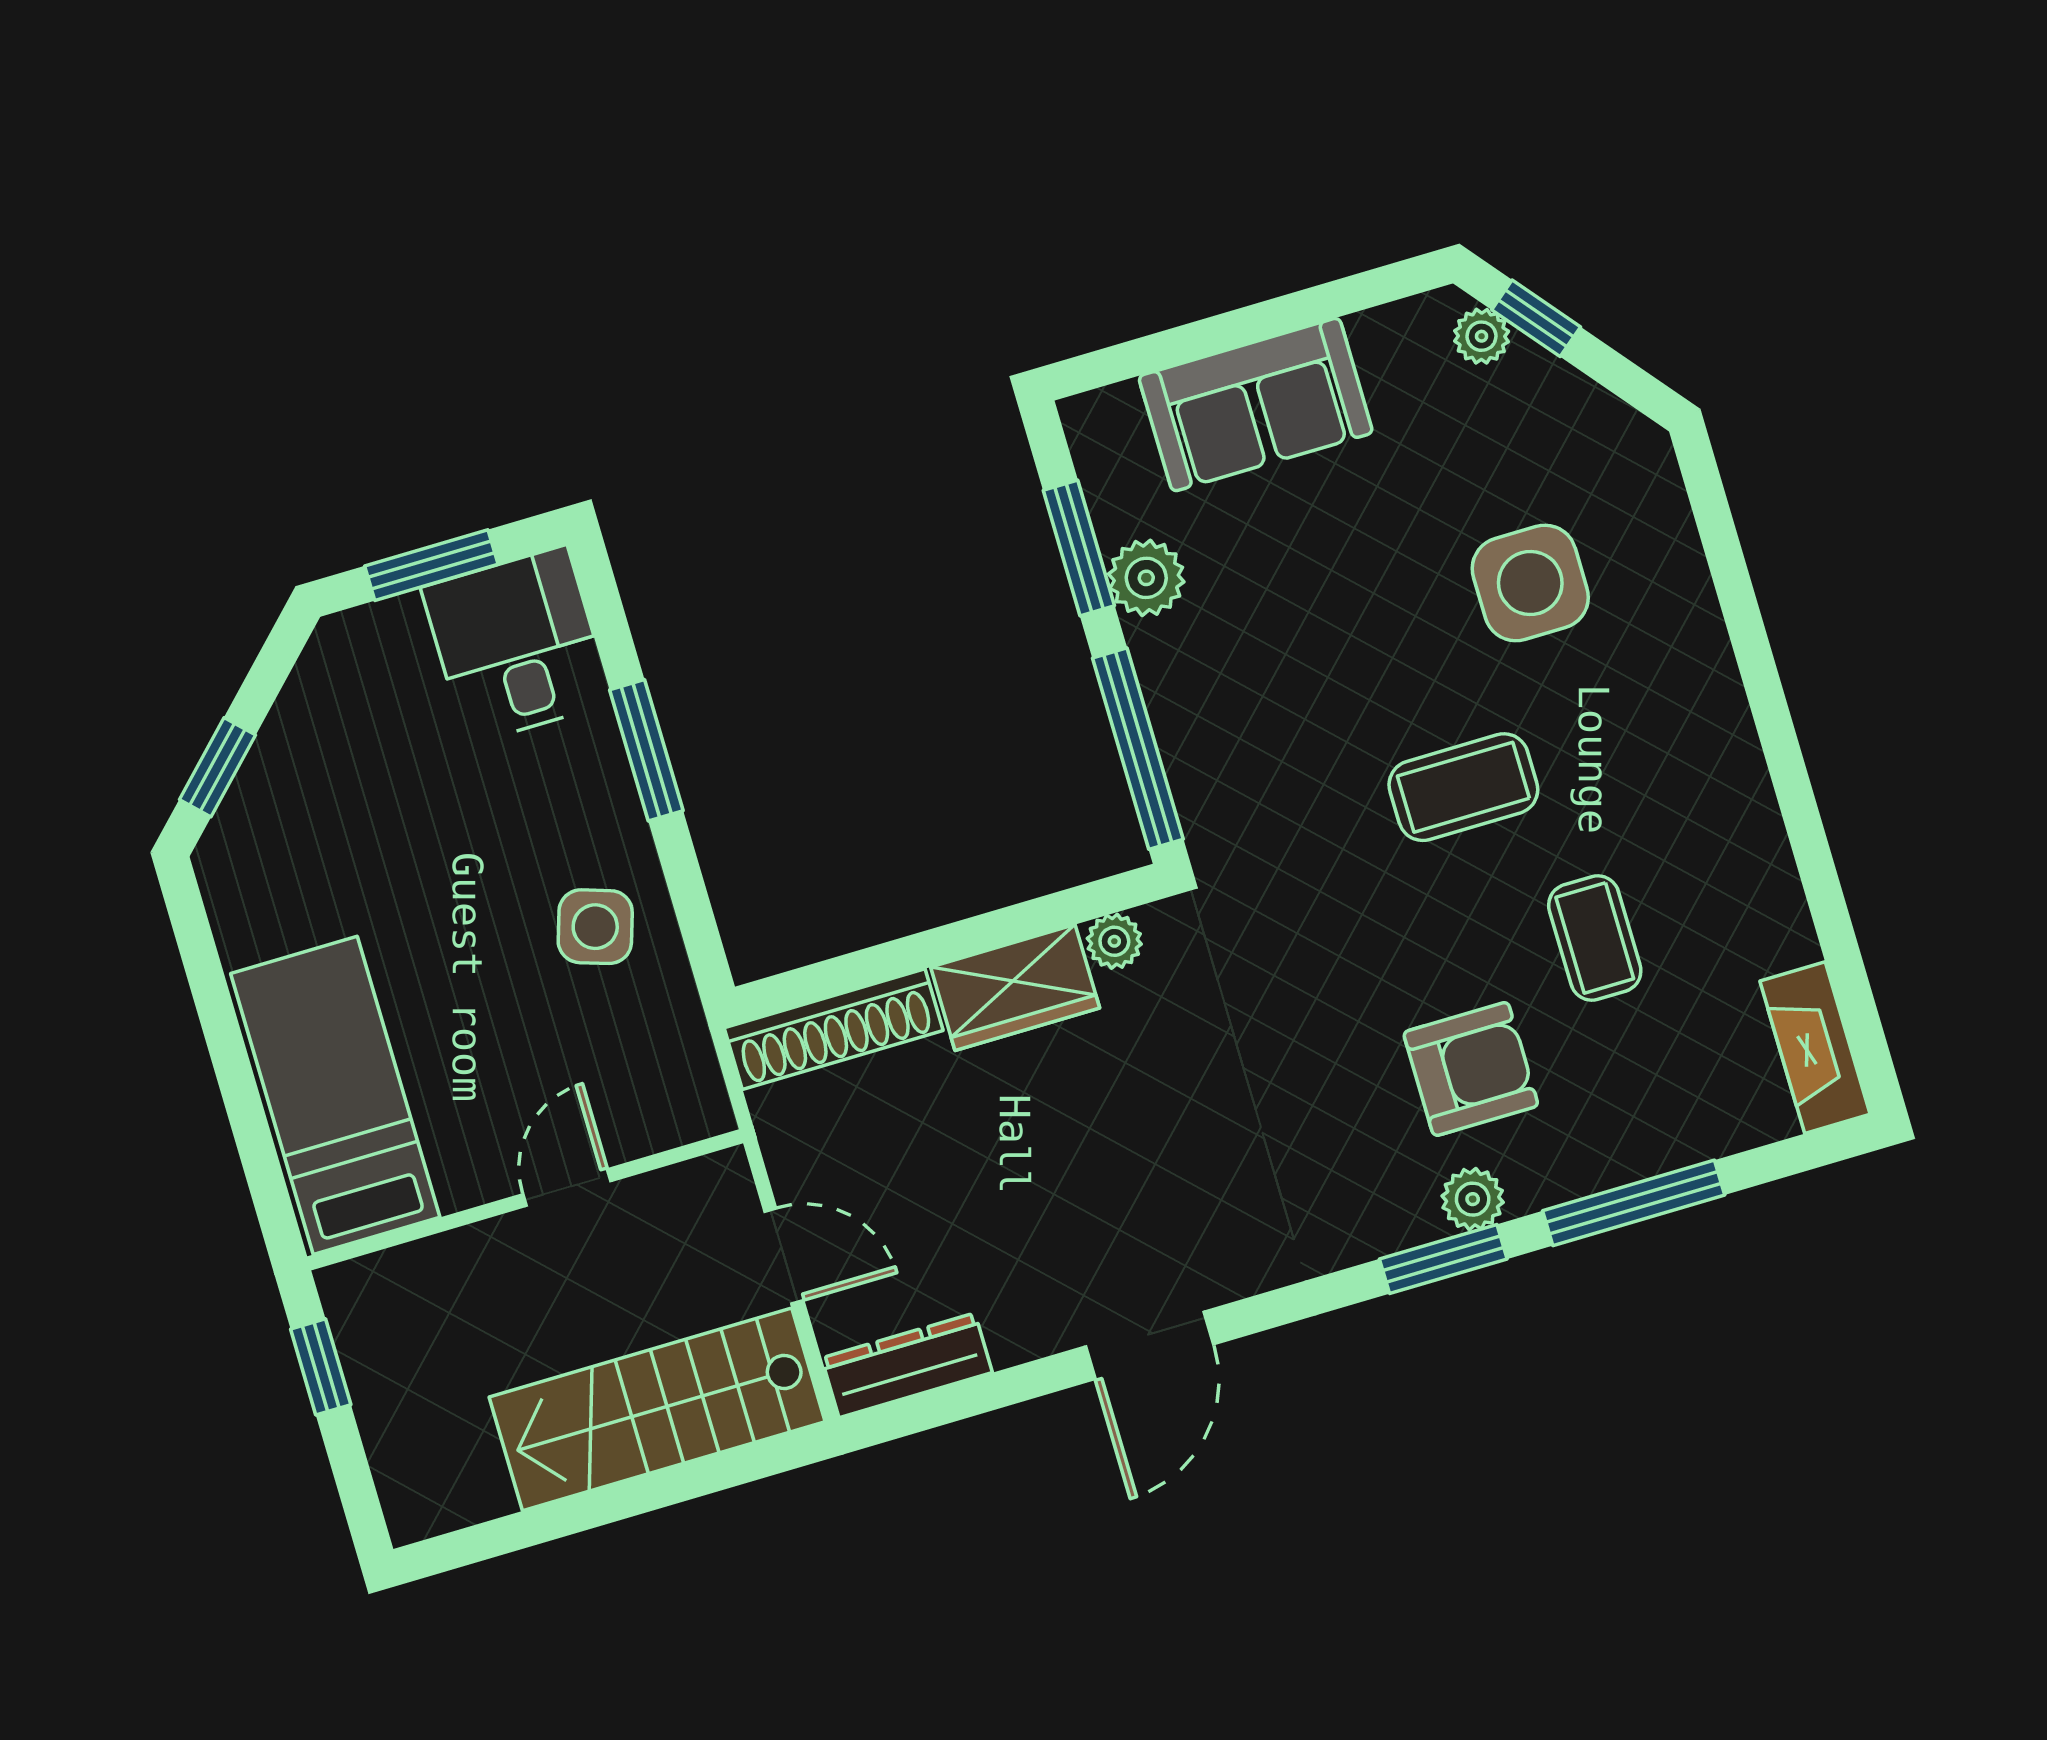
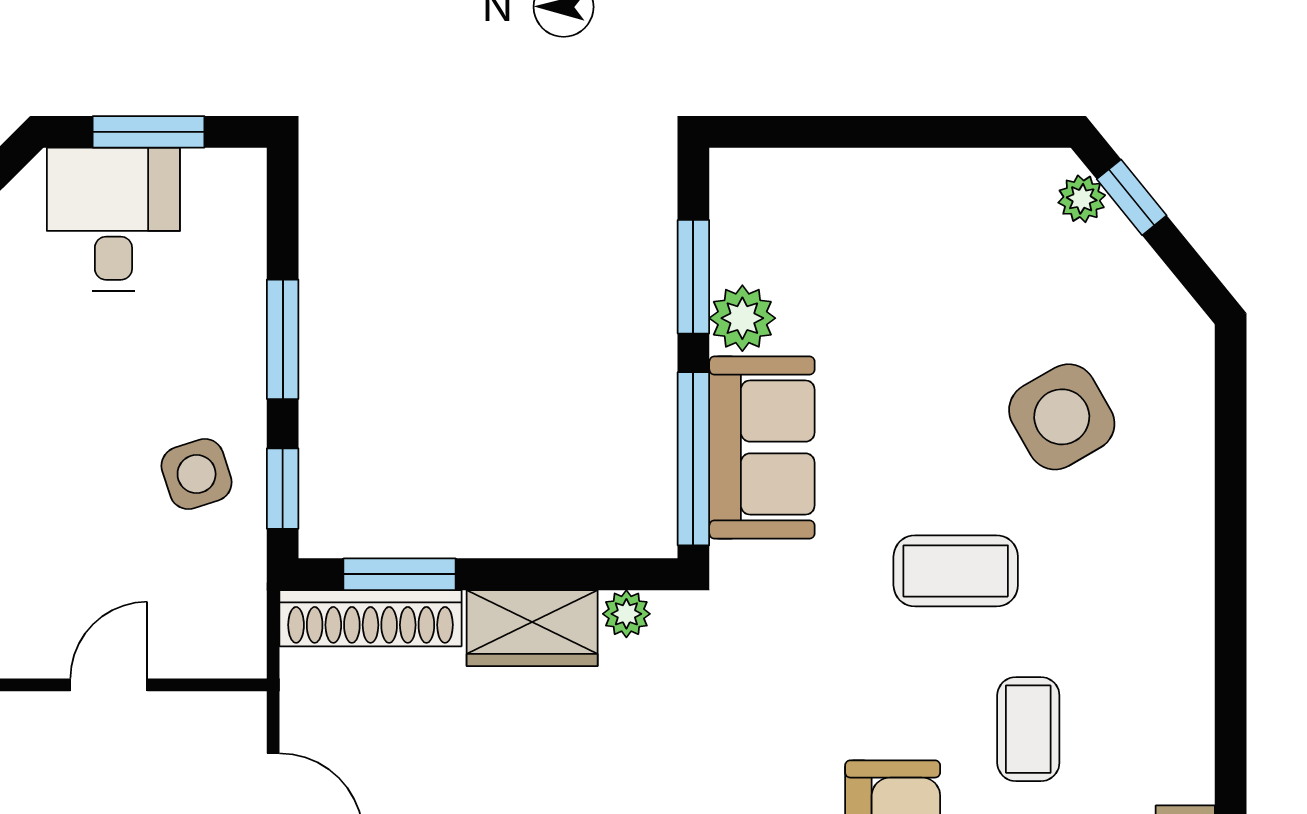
sofa: (1256, 405) -> (762, 447), moved, turned -90
side table: (1530, 583) -> (1062, 417), turned -30
desk: (517, 645) -> (113, 219), moved
window: (695, 915) -> (283, 489), added
side table: (595, 927) -> (197, 474), turned -36
window: (851, 971) -> (400, 574), added

